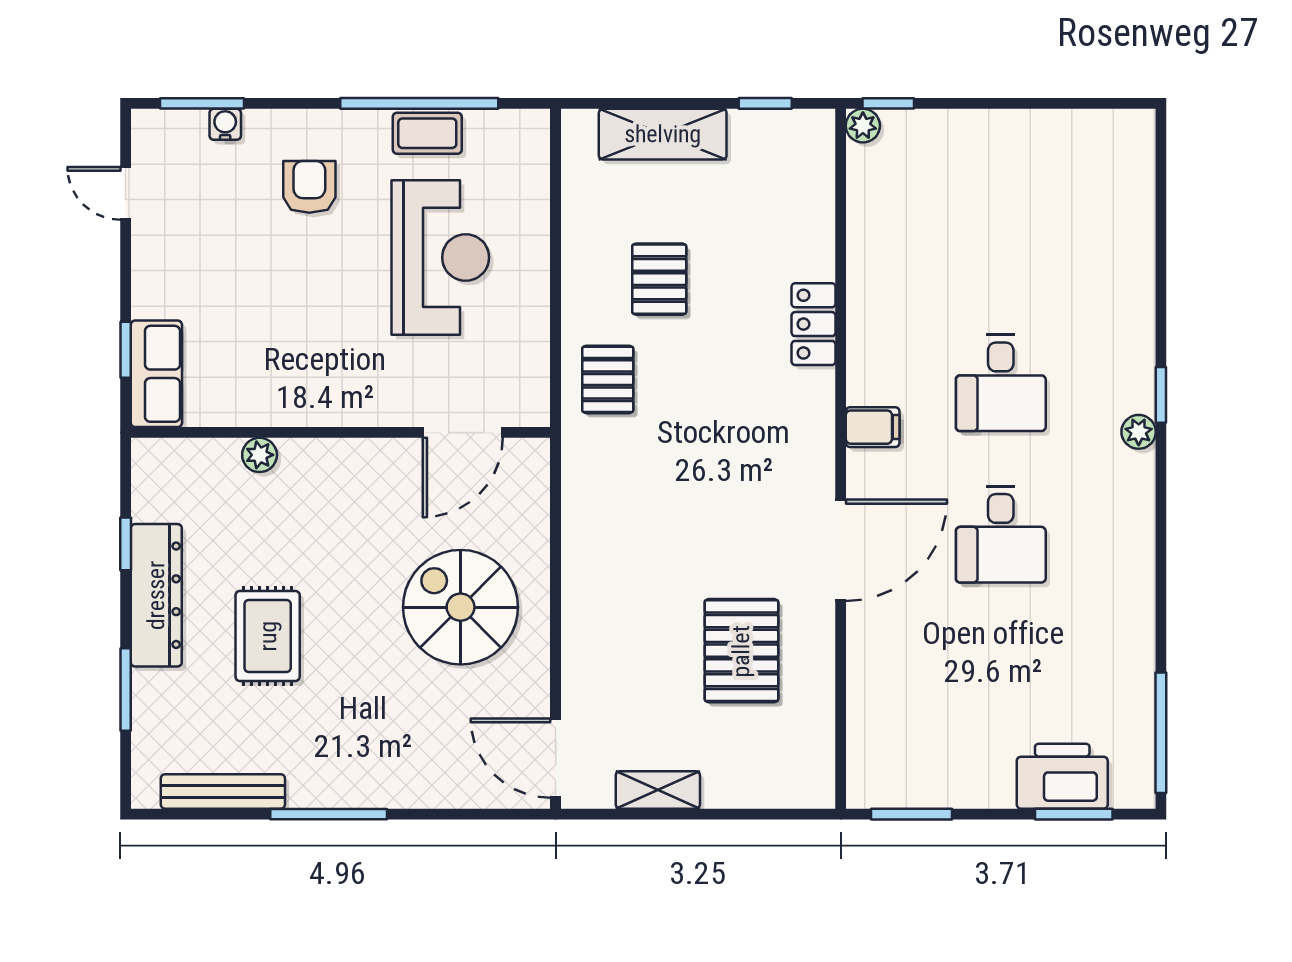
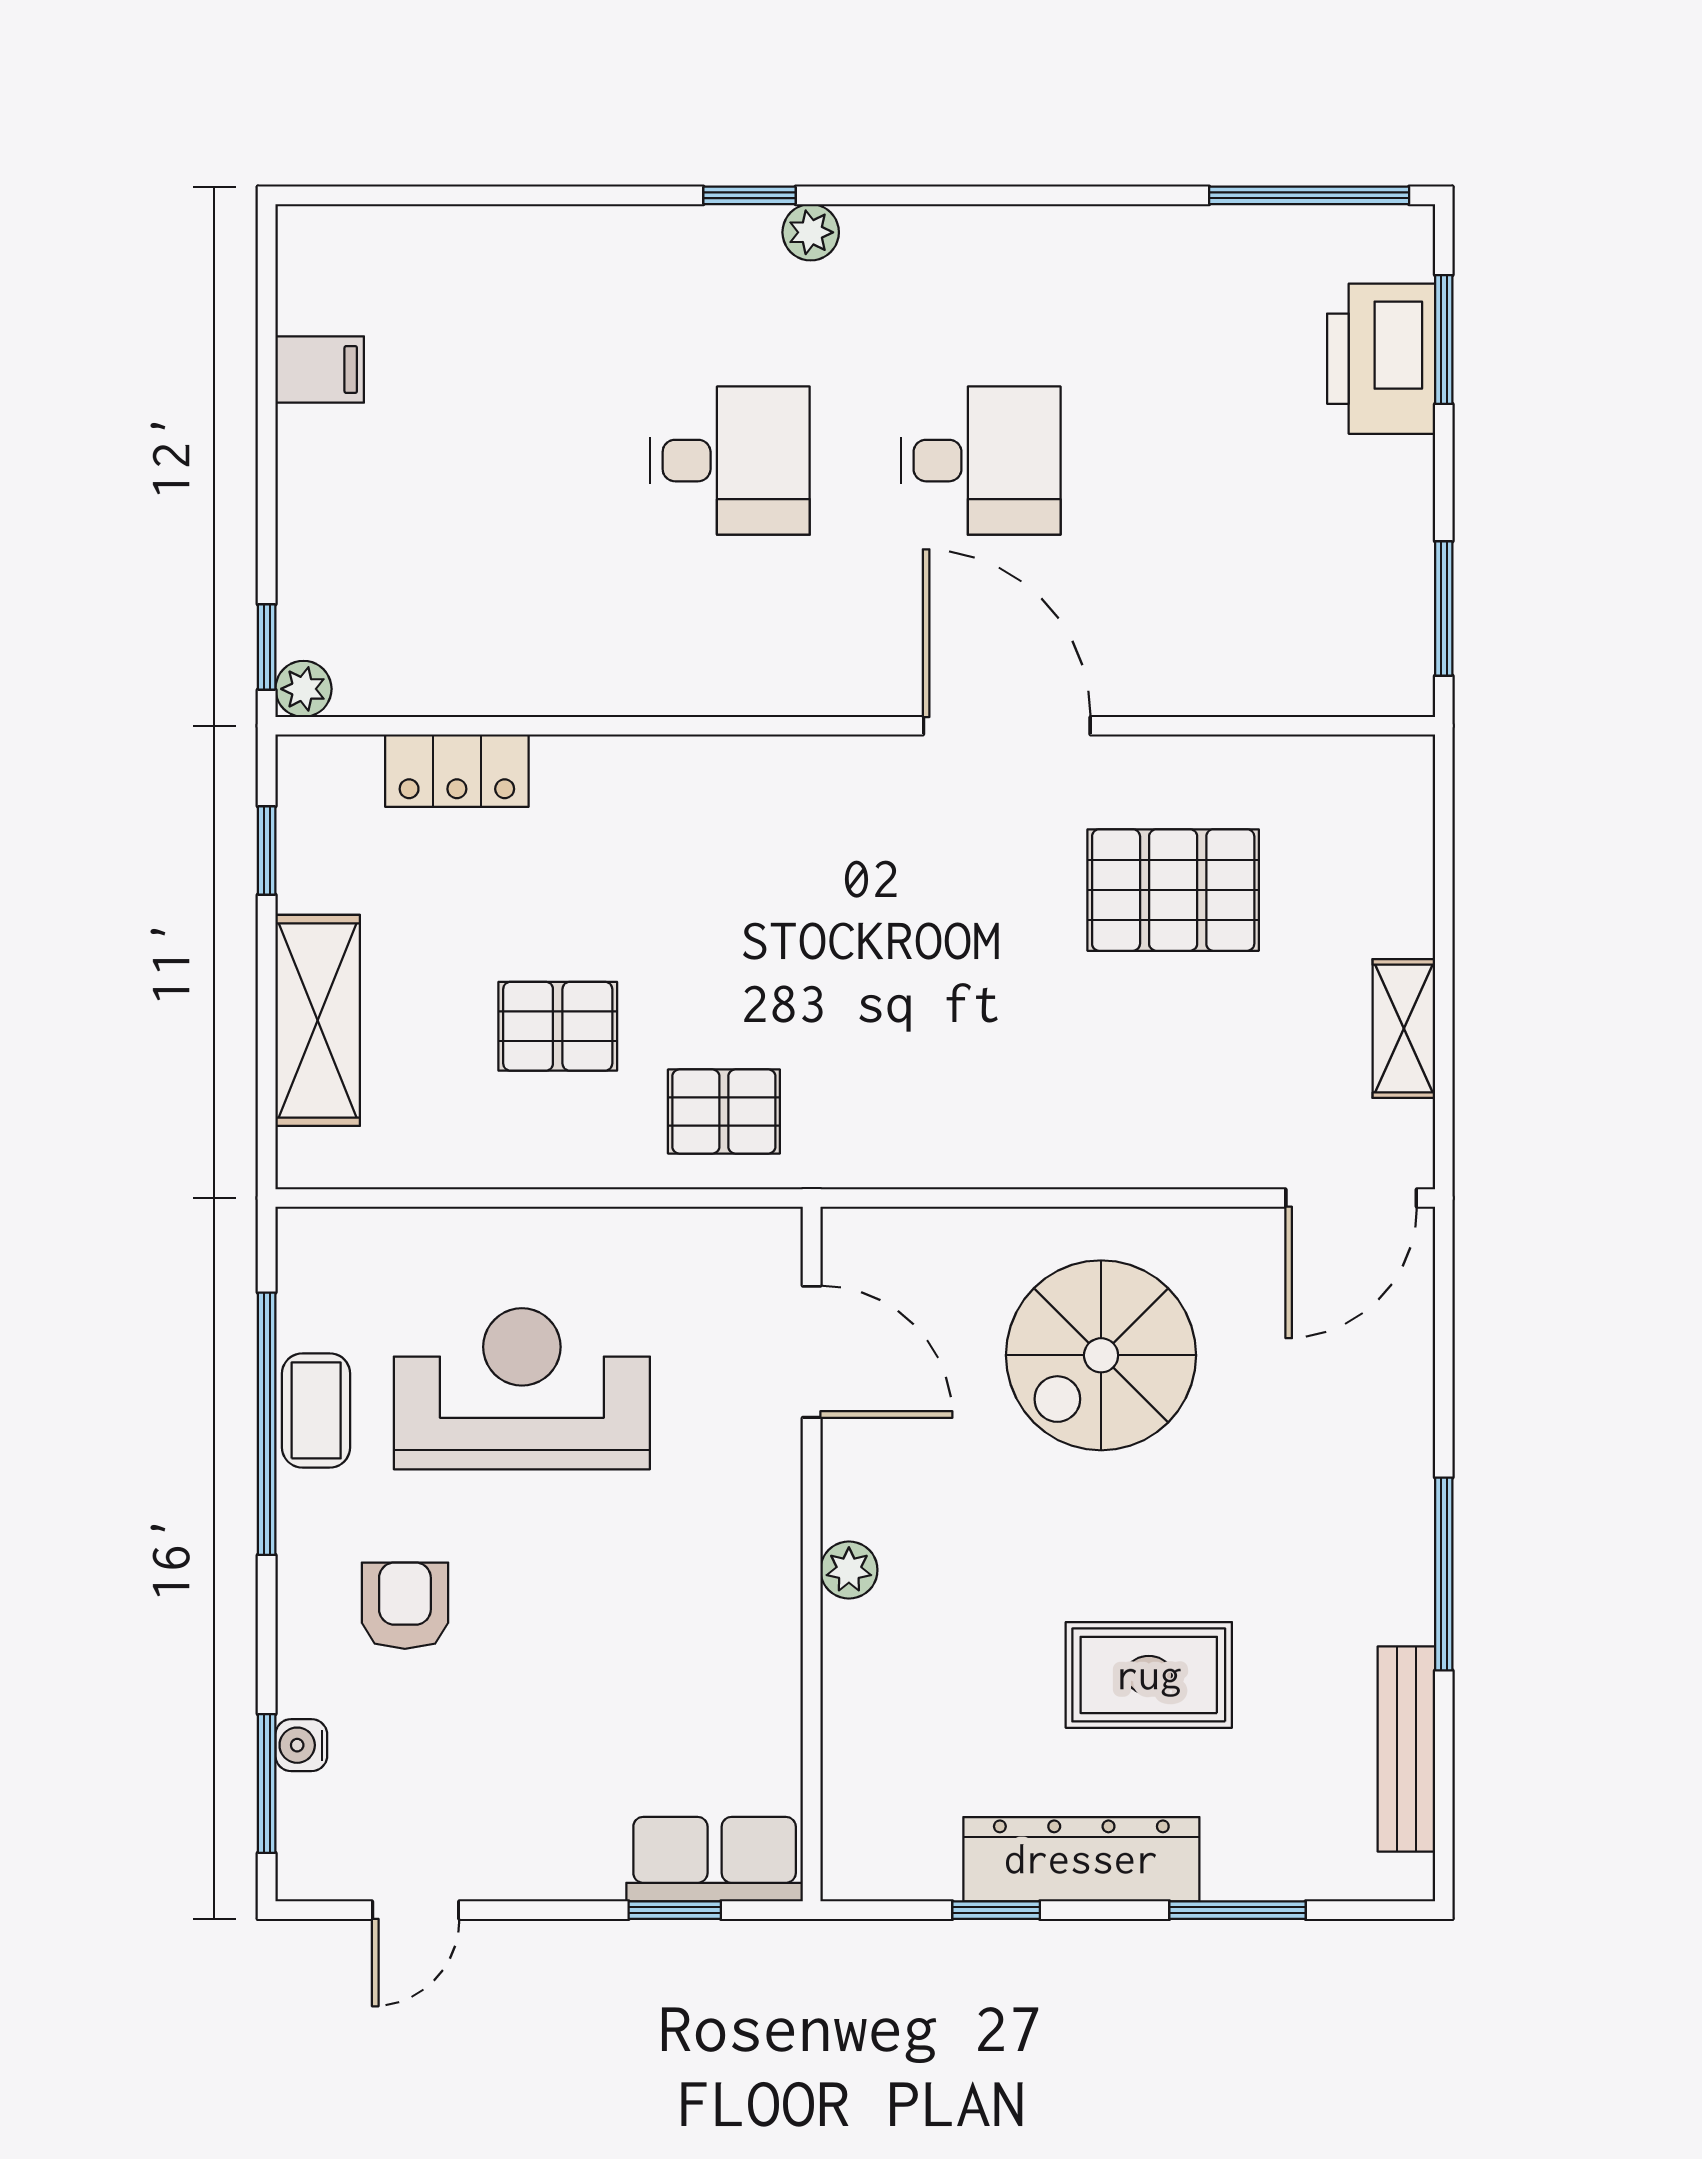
armchair: (309, 187) -> (405, 1606), turned 90
locker: (814, 324) -> (457, 771), moved
filing cabinet: (873, 427) -> (320, 370), moved, turned 90
plant: (260, 455) -> (849, 1570), moved

